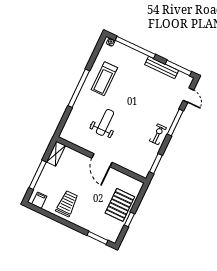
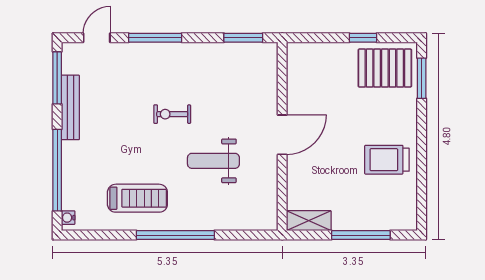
exercise bike: (158, 134) -> (172, 114), moved
filing cabinet: (39, 200) -> (404, 211), removed
pallet: (120, 205) -> (385, 68), moved

